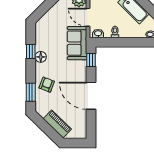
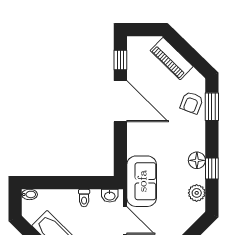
plant: (41, 35) -> (197, 193), added
window: (91, 60) -> (120, 60), moved
armchair: (47, 85) -> (192, 103), moved

